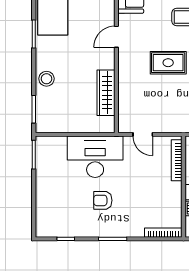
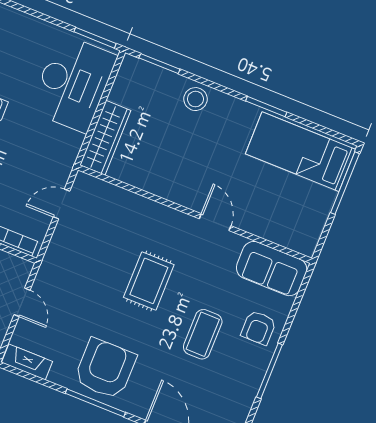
wardrobe: (106, 93) -> (105, 138), moved, turned 90
desk: (95, 157) -> (73, 83), moved

